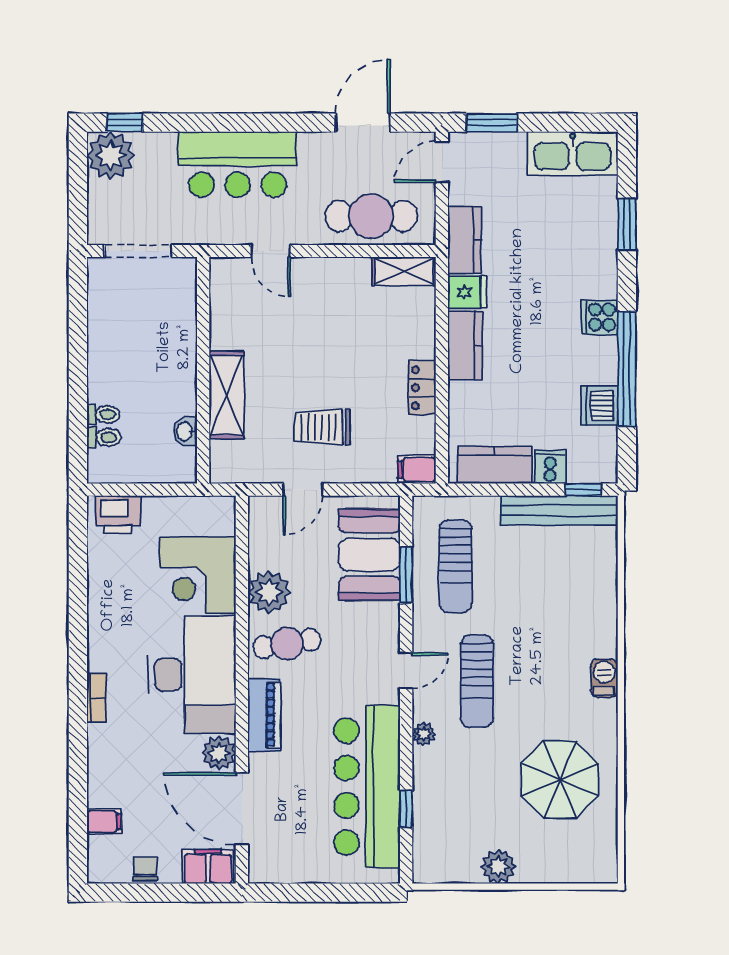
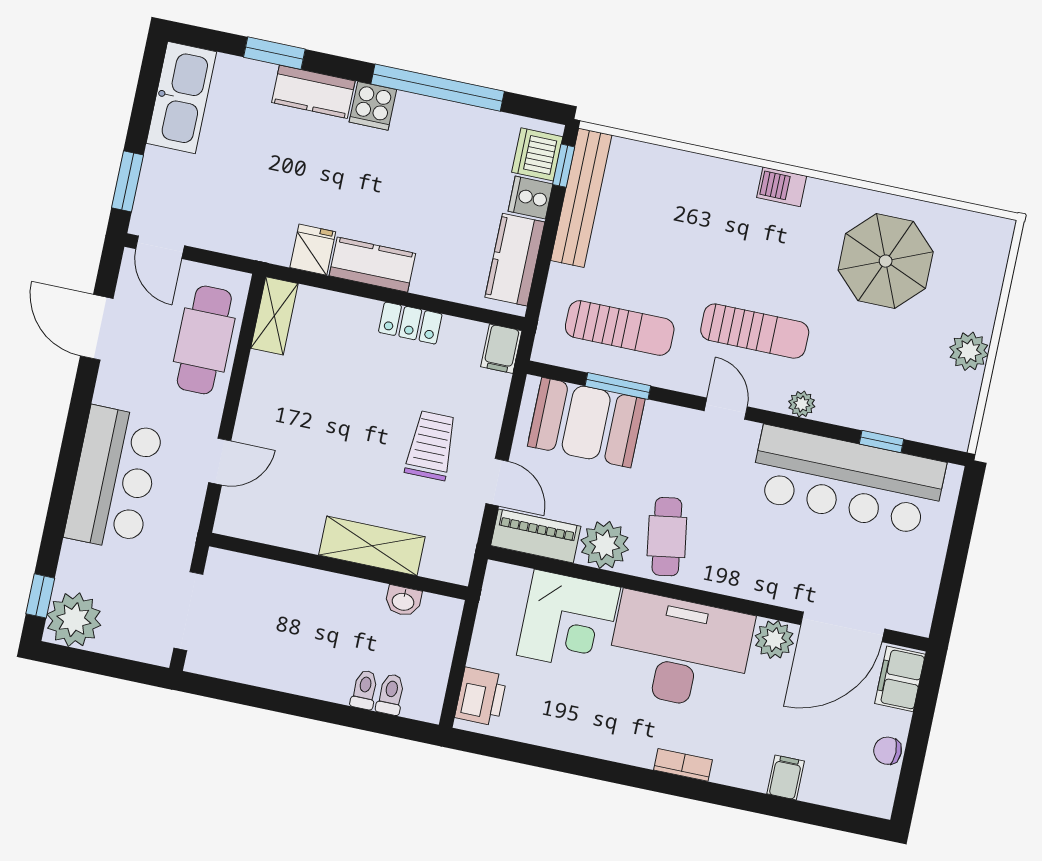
kitchen counter: (465, 240) -> (313, 92), moved, turned 180
dishwasher: (599, 406) -> (537, 154), moved, turned 90
trolley: (322, 427) -> (431, 445), turned 180
piano: (264, 715) -> (536, 536), moved
filing cabinet: (104, 822) -> (786, 777), moved

